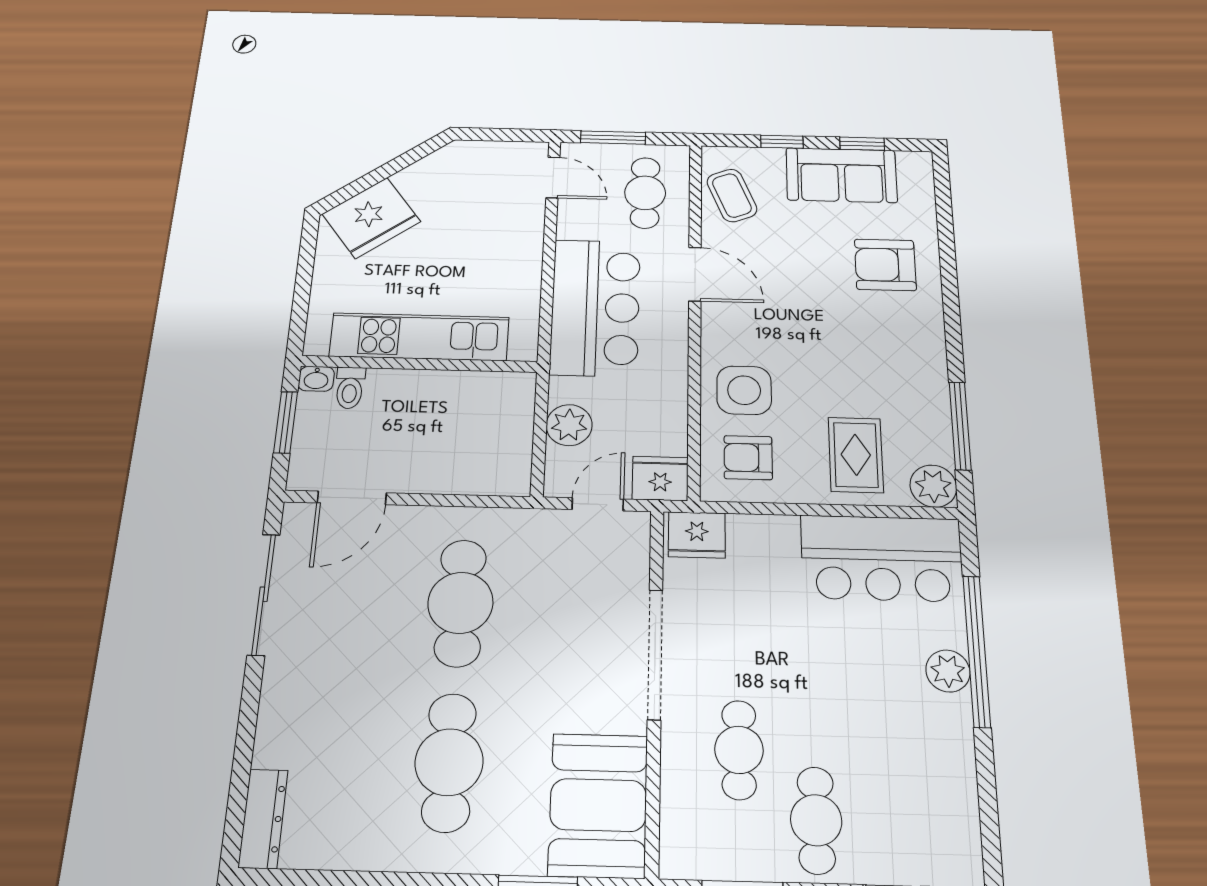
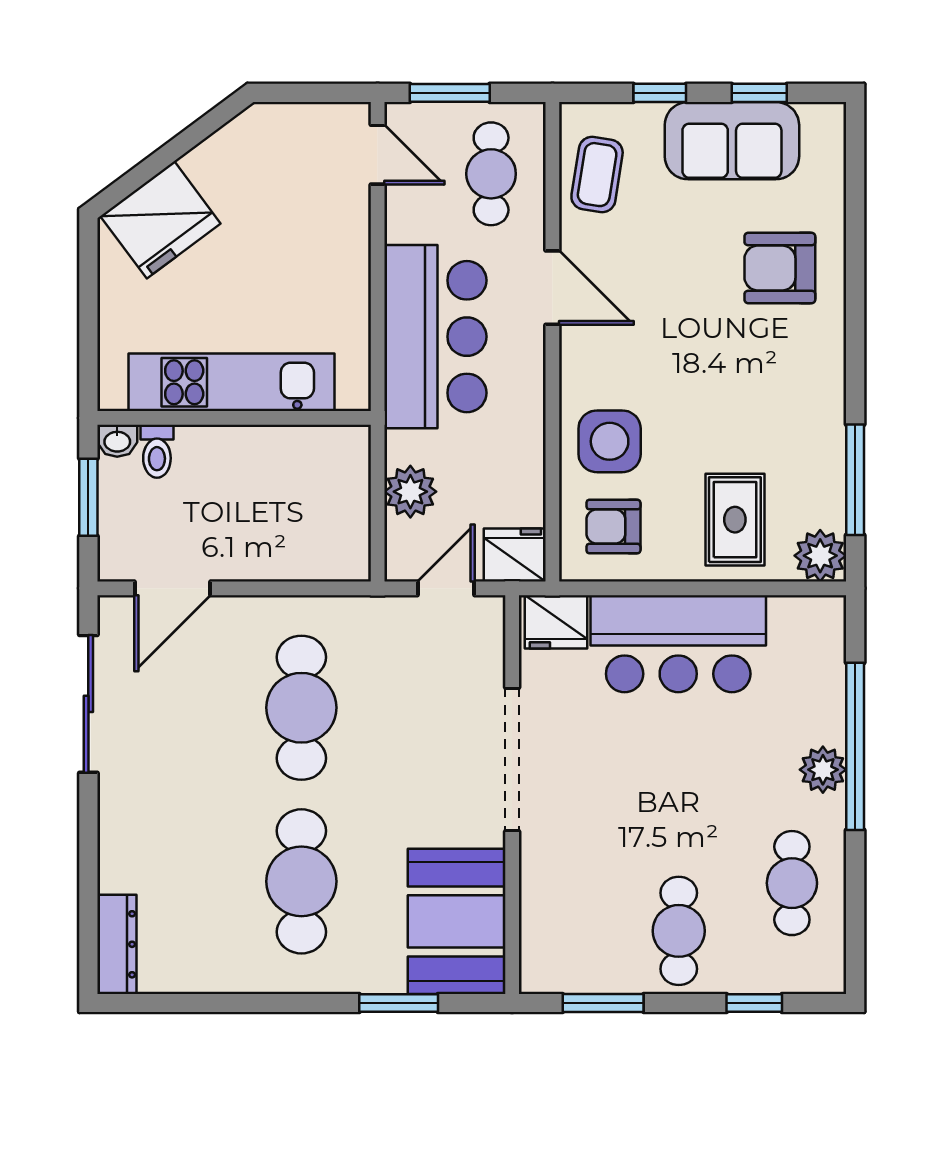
coffee table: (732, 195) -> (597, 175), turned 31
bar counter: (882, 558) -> (678, 644), moved
cafe table: (739, 750) -> (792, 883), moved

